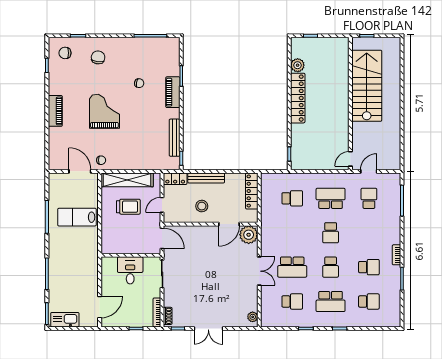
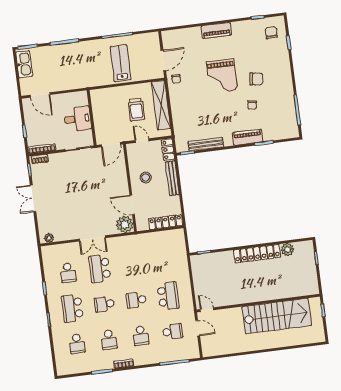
chair: (98, 57) -> (256, 79), moved
grand piano: (104, 111) -> (222, 76), turned 90
school desk: (292, 198) -> (141, 336), moved

